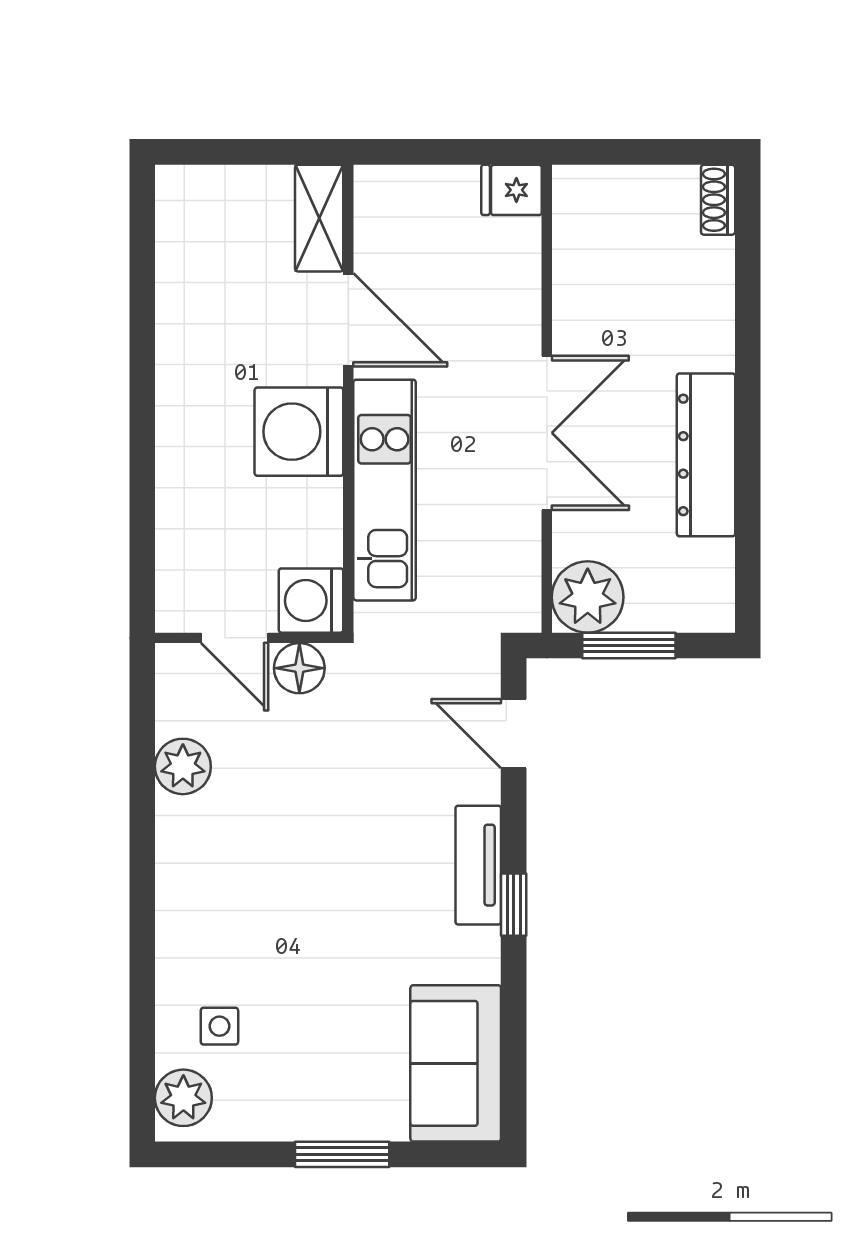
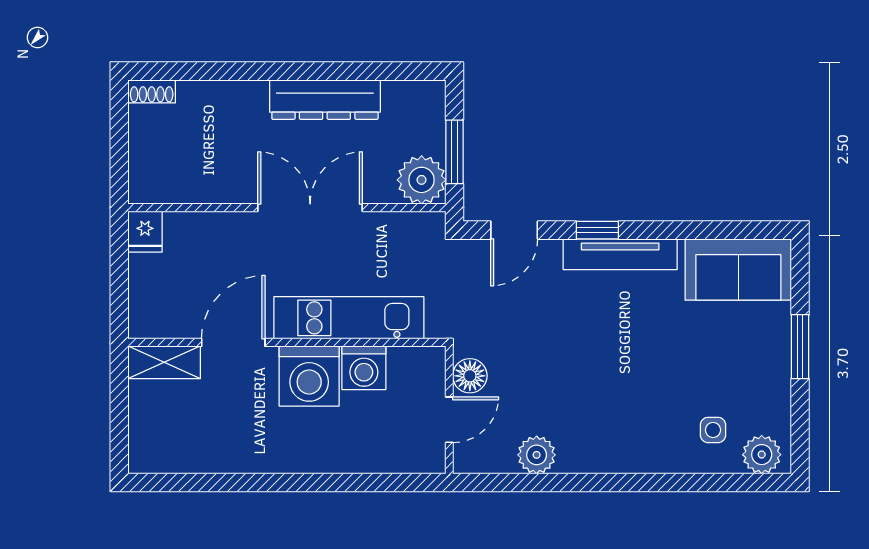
washing machine: (311, 601) -> (364, 368), moved
tv unit: (478, 865) -> (620, 254), width x1.41
window: (514, 905) -> (597, 230), moved

